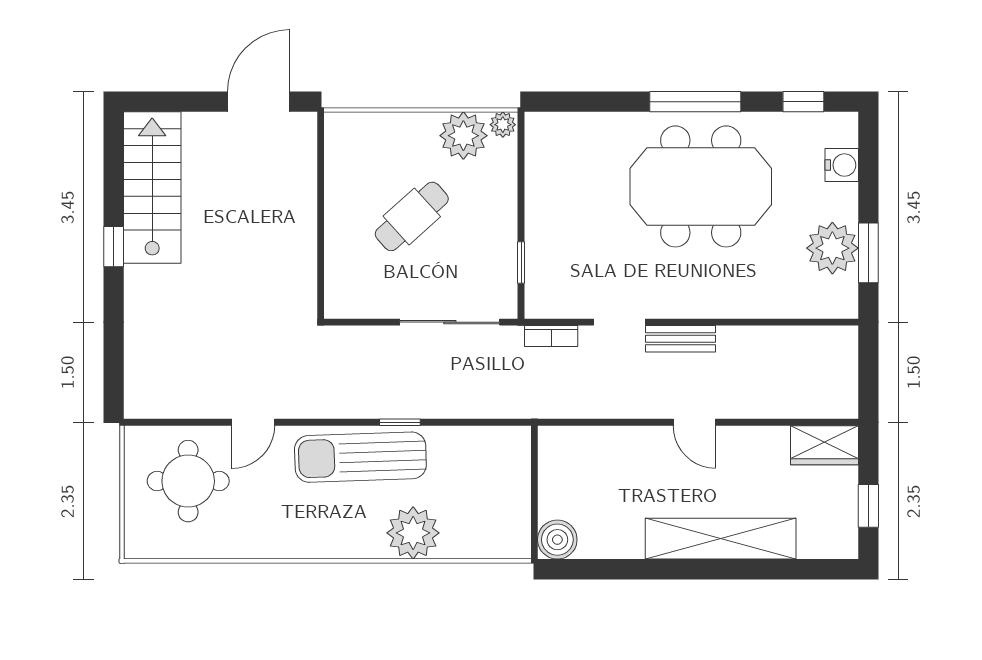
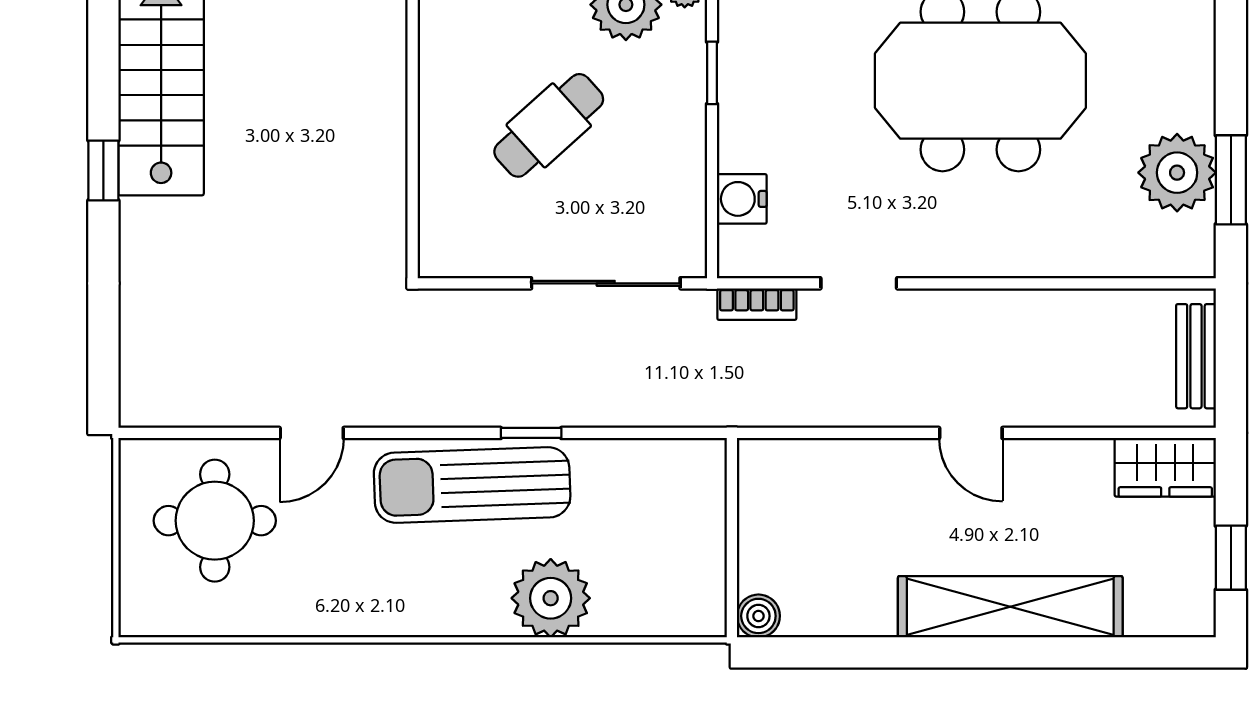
water cooler: (842, 165) -> (742, 199), moved, turned 180
window: (521, 262) -> (712, 73), moved
bench: (680, 339) -> (1196, 356), moved, turned 90
boiler: (557, 540) -> (758, 616), width x0.73, depth x0.73

